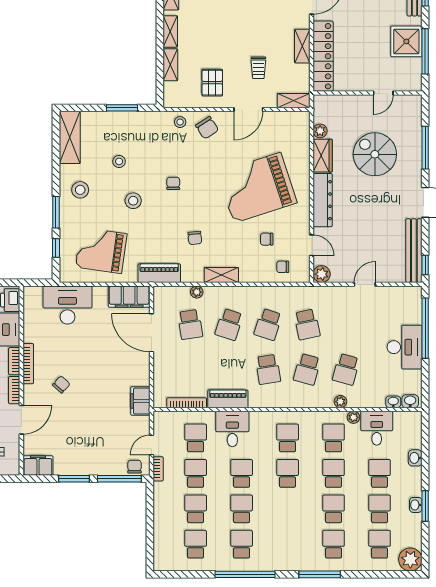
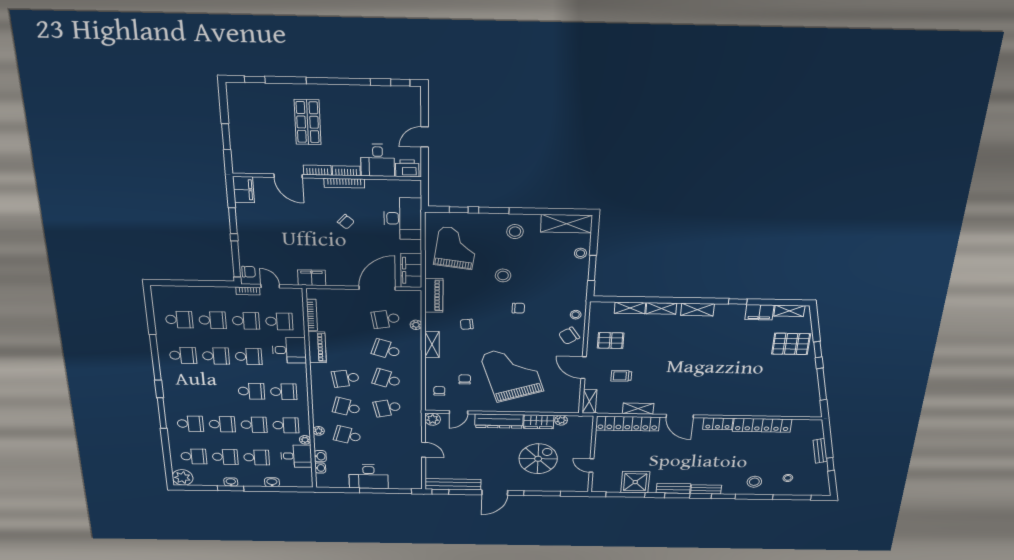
stool: (119, 161) -> (580, 253), moved
chair: (61, 384) -> (346, 222), moved
washbasin: (410, 401) -> (320, 456), moved

